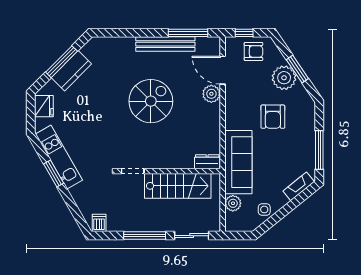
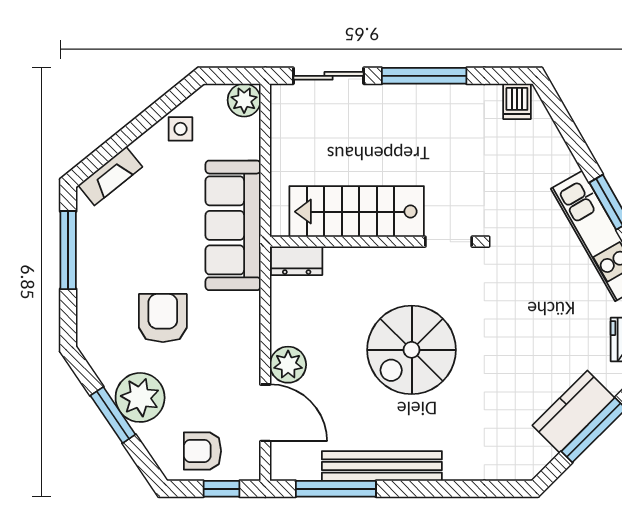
dresser: (207, 162) -> (297, 261), moved
doorway: (133, 171) -> (449, 242), moved
wall: (169, 171) -> (375, 242), moved
stairs: (178, 186) -> (357, 212), moved
plant: (233, 203) -> (244, 100), moved

